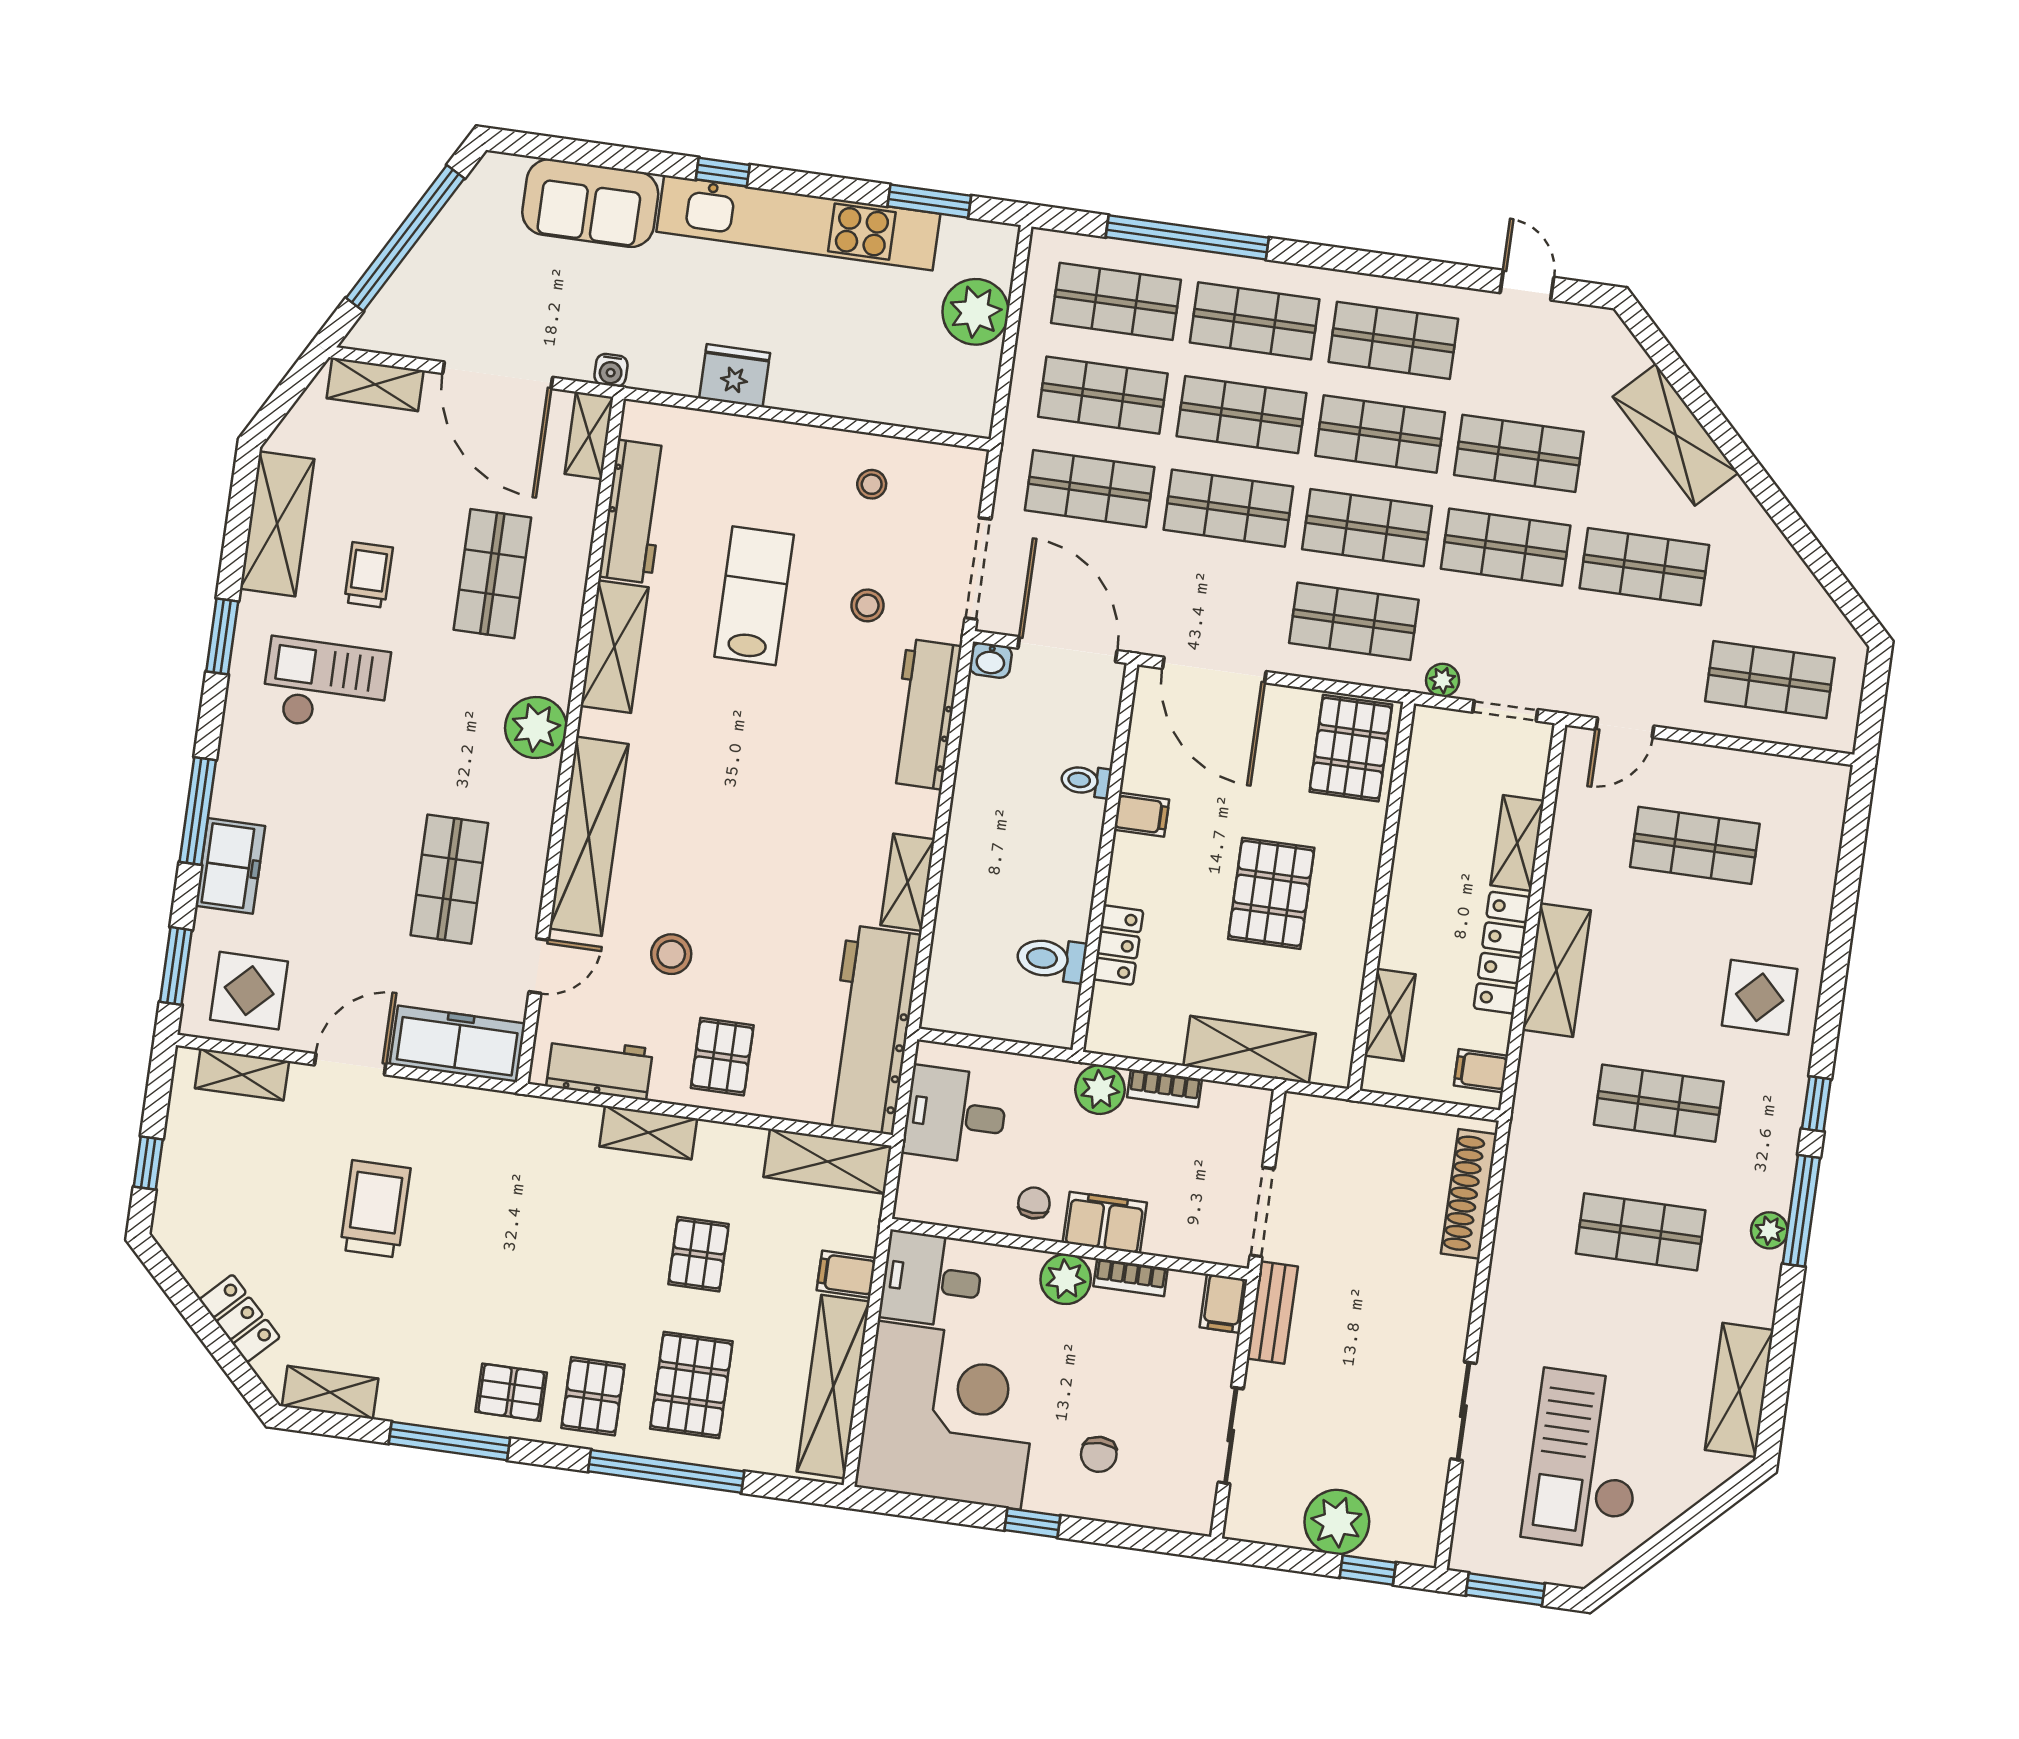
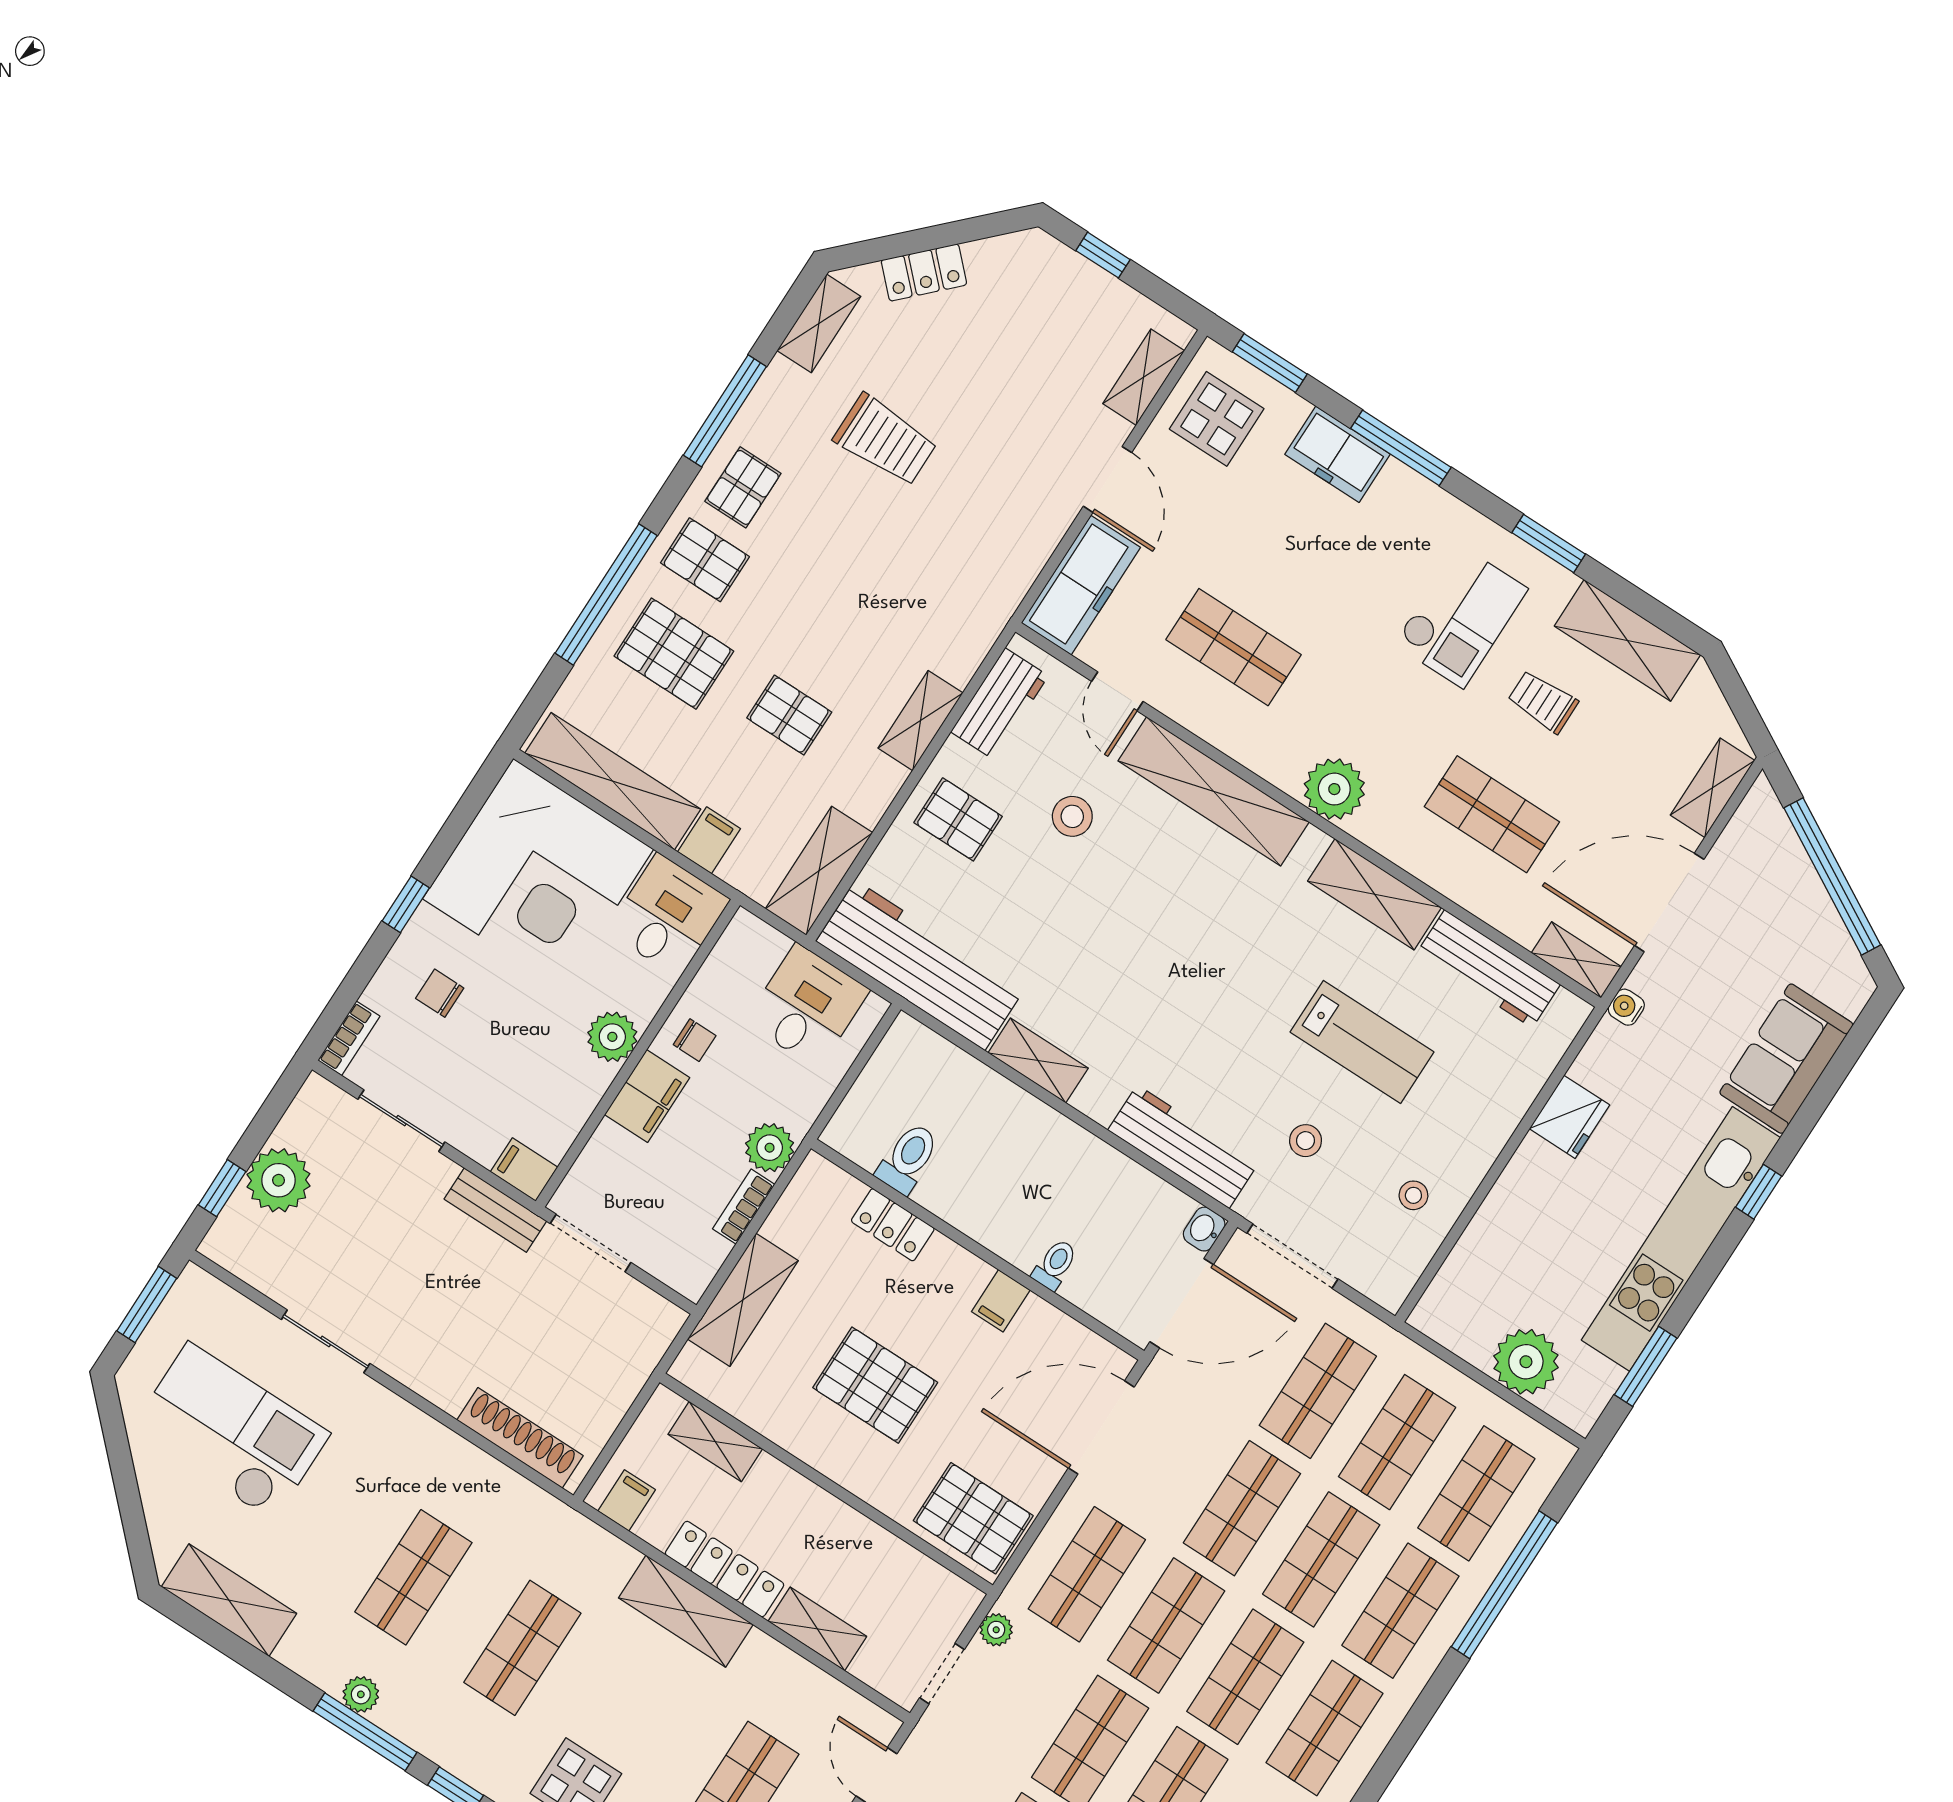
trolley: (368, 575) -> (1543, 702), turned 180
trolley: (375, 1209) -> (885, 440), moved
bookcase: (1131, 1277) -> (349, 1038), moved, turned 180

